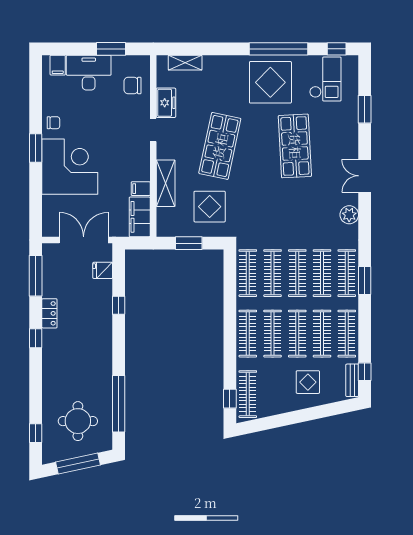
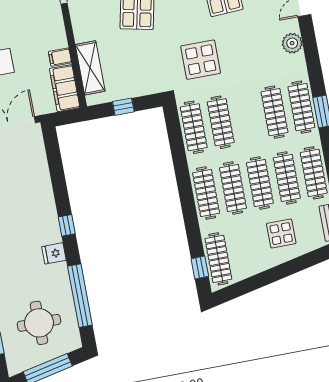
shelving: (166, 183) -> (90, 68), moved
display table: (210, 207) -> (201, 60), moved
window: (189, 243) -> (123, 107), width x0.67
fridge: (103, 270) -> (54, 253), moved
clothes rail: (297, 273) -> (248, 117), removed
window: (119, 305) -> (67, 225), moved

